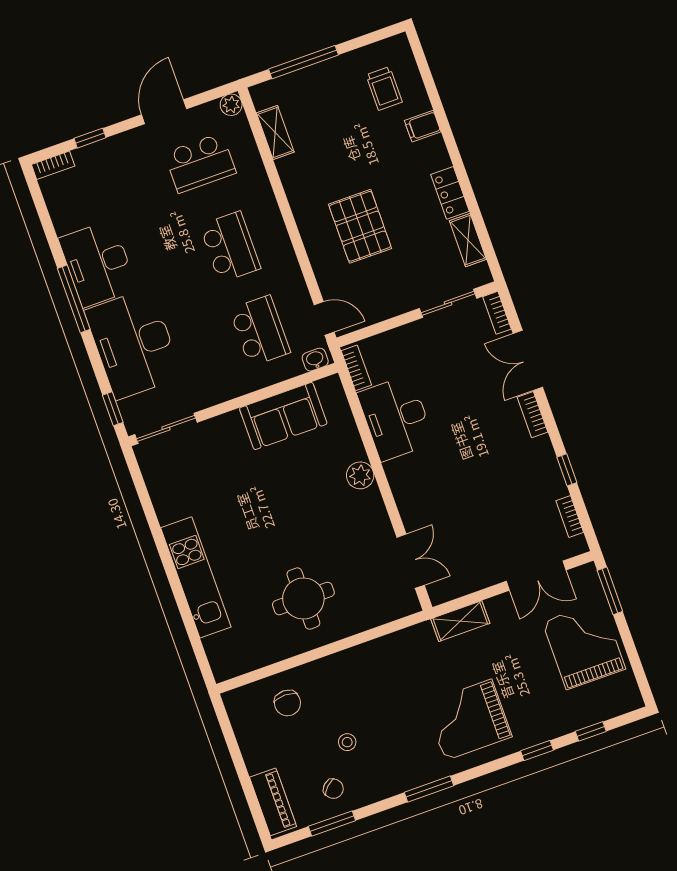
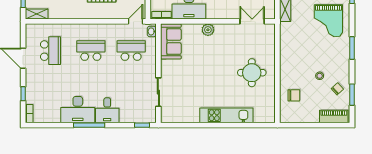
plant: (231, 105) -> (30, 29), removed
shelving: (275, 133) -> (37, 14), moved
desk: (133, 344) -> (107, 110), width x0.53, depth x0.77
sofa: (283, 416) -> (171, 42), moved
sliding door: (166, 428) -> (158, 92), moved

